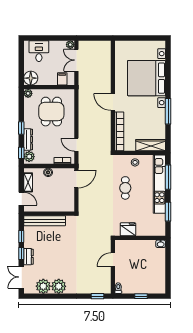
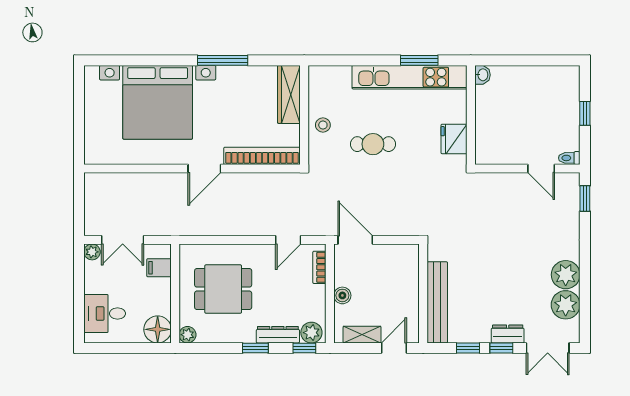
window: (168, 177) -> (352, 60), removed
kitchen unit: (159, 184) -> (409, 77), moved
door: (113, 260) -> (541, 168), moved

